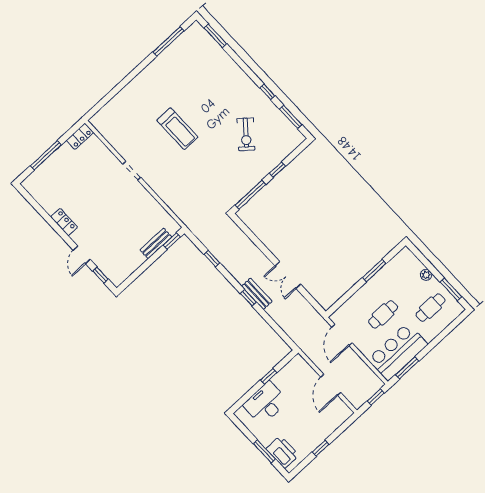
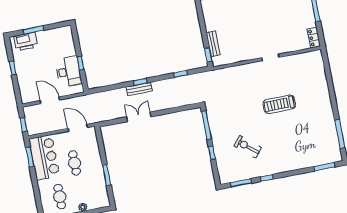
desk: (265, 403) -> (68, 72), moved

